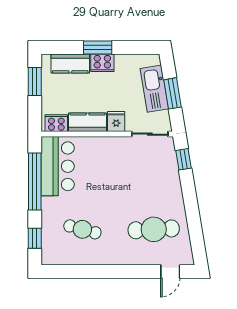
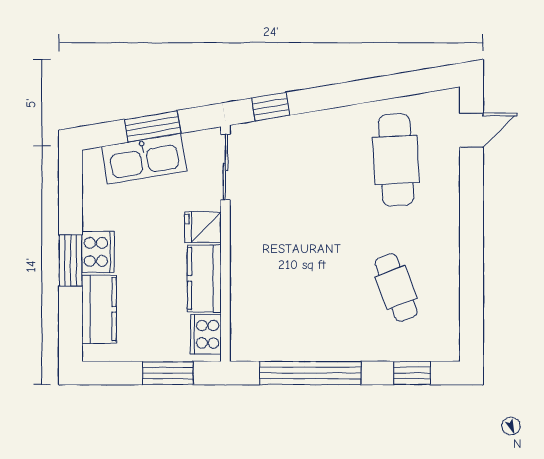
window: (35, 82) -> (168, 373), moved
bar counter: (58, 166) -> (283, 332), removed
cafe table: (82, 229) -> (396, 288), turned -36
door: (170, 272) -> (471, 130), hinge flipped

